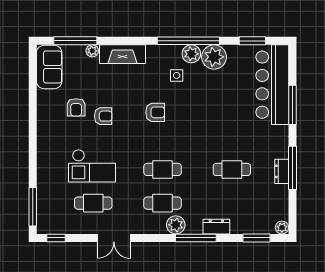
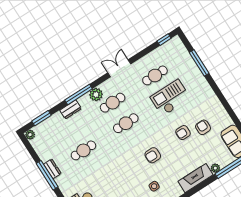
window: (33, 207) -> (199, 63), moved
double door: (114, 238) -> (119, 68), moved

